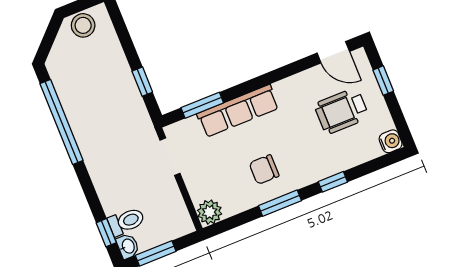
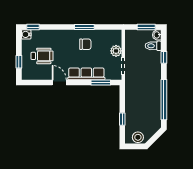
door: (333, 52) -> (59, 82), moved
window: (142, 82) -> (122, 119), moved
window: (333, 182) -> (33, 27), moved
plant: (210, 212) -> (116, 51), moved
window: (106, 233) -> (164, 57), moved

